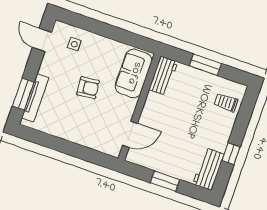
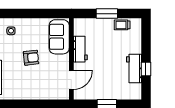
workbench: (163, 76) -> (80, 49), moved
trolley: (226, 102) -> (122, 25), moved
workbench: (208, 169) -> (134, 69), moved

